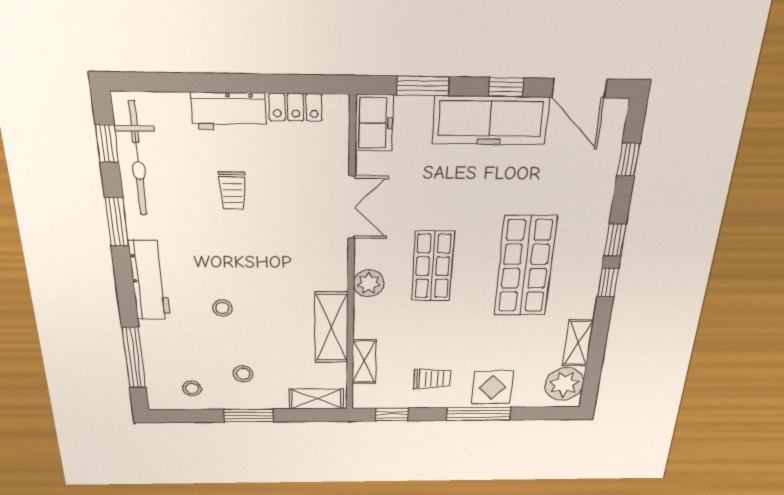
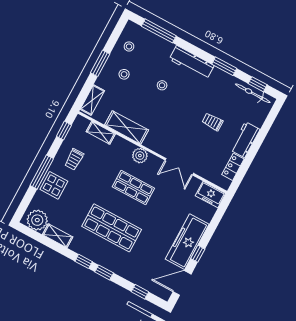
window: (423, 86) -> (215, 221), removed
bicycle: (138, 159) -> (253, 93), width x0.73, depth x0.71

